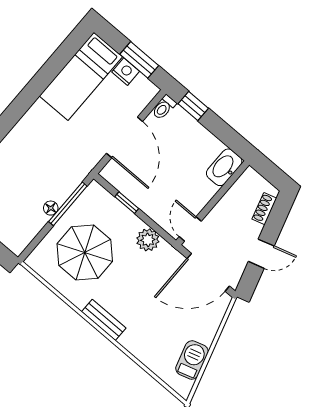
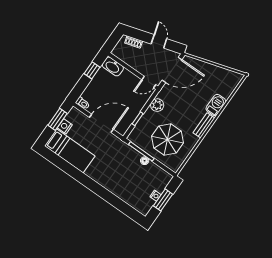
window: (193, 106) -> (92, 70), moved
door: (208, 272) -> (172, 70), hinge flipped
barbecue: (192, 360) -> (216, 105), moved, turned 107

